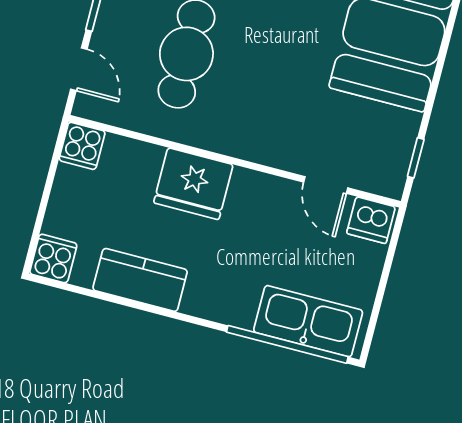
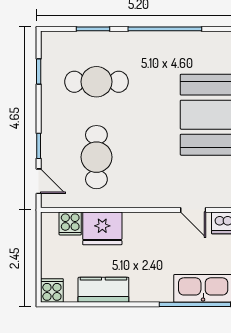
cooker: (82, 146) -> (70, 223), moved
fridge: (193, 184) -> (102, 228), moved

